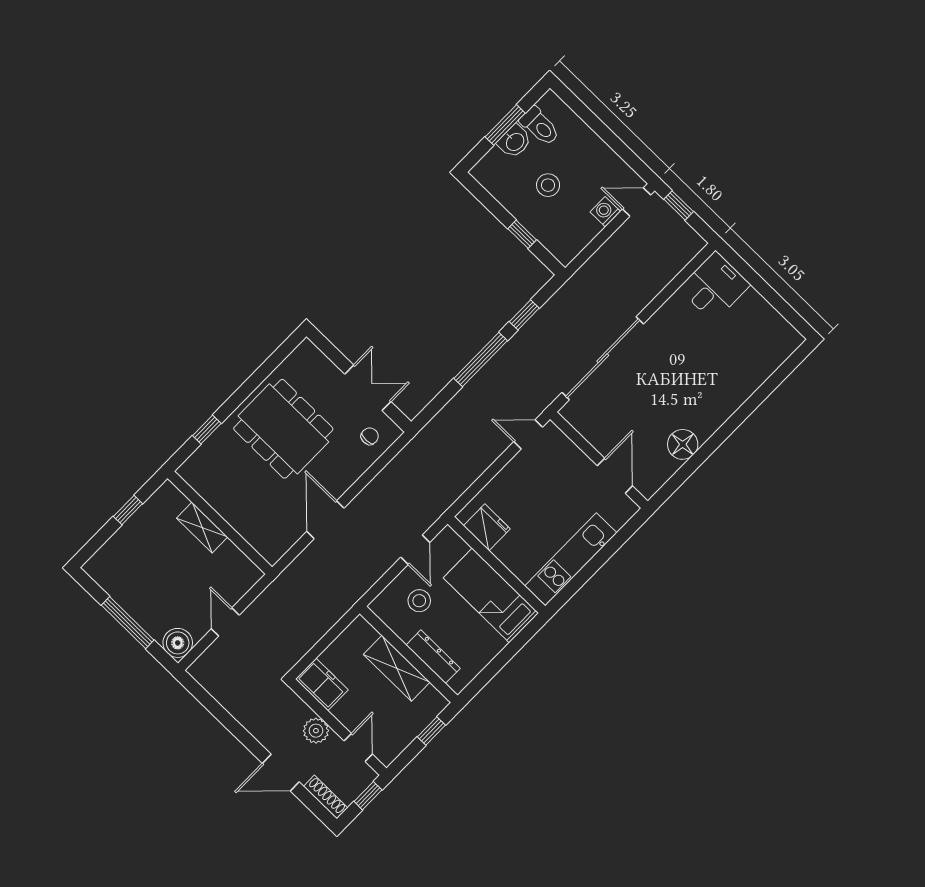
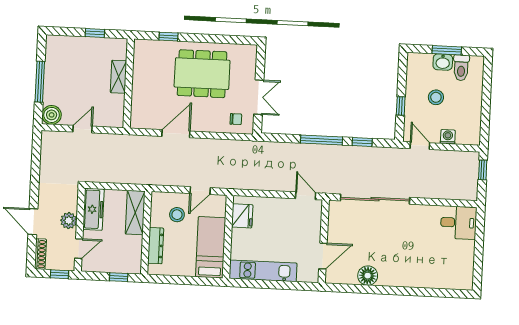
door: (637, 202) -> (420, 146), moved
dining table: (283, 429) -> (202, 74), turned 90
shelving: (397, 668) -> (135, 213), moved
freezer: (322, 684) -> (93, 209), width x1.40

